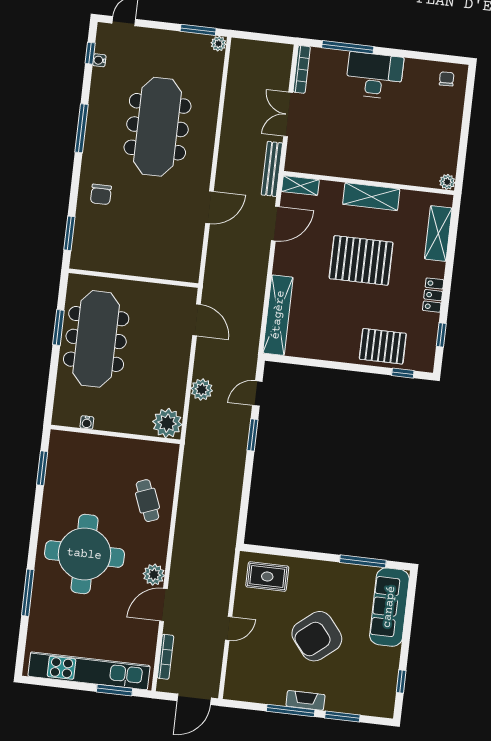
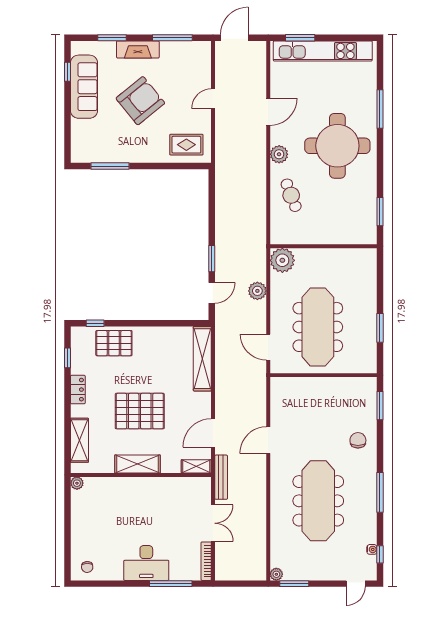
meeting table: (96, 339) -> (318, 327), moved
water cooler: (87, 422) -> (348, 253), removed
plant: (154, 575) -> (279, 154), moved
sofa: (389, 607) -> (84, 87), moved
bookcase: (166, 657) -> (262, 70), removed
fireplace: (305, 700) -> (138, 49), width x1.37, depth x1.32
window: (291, 710) -> (172, 38), moved

